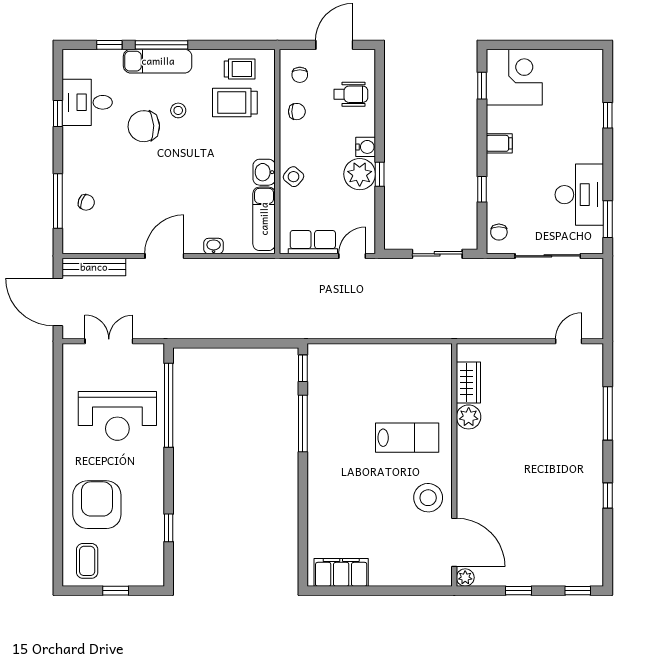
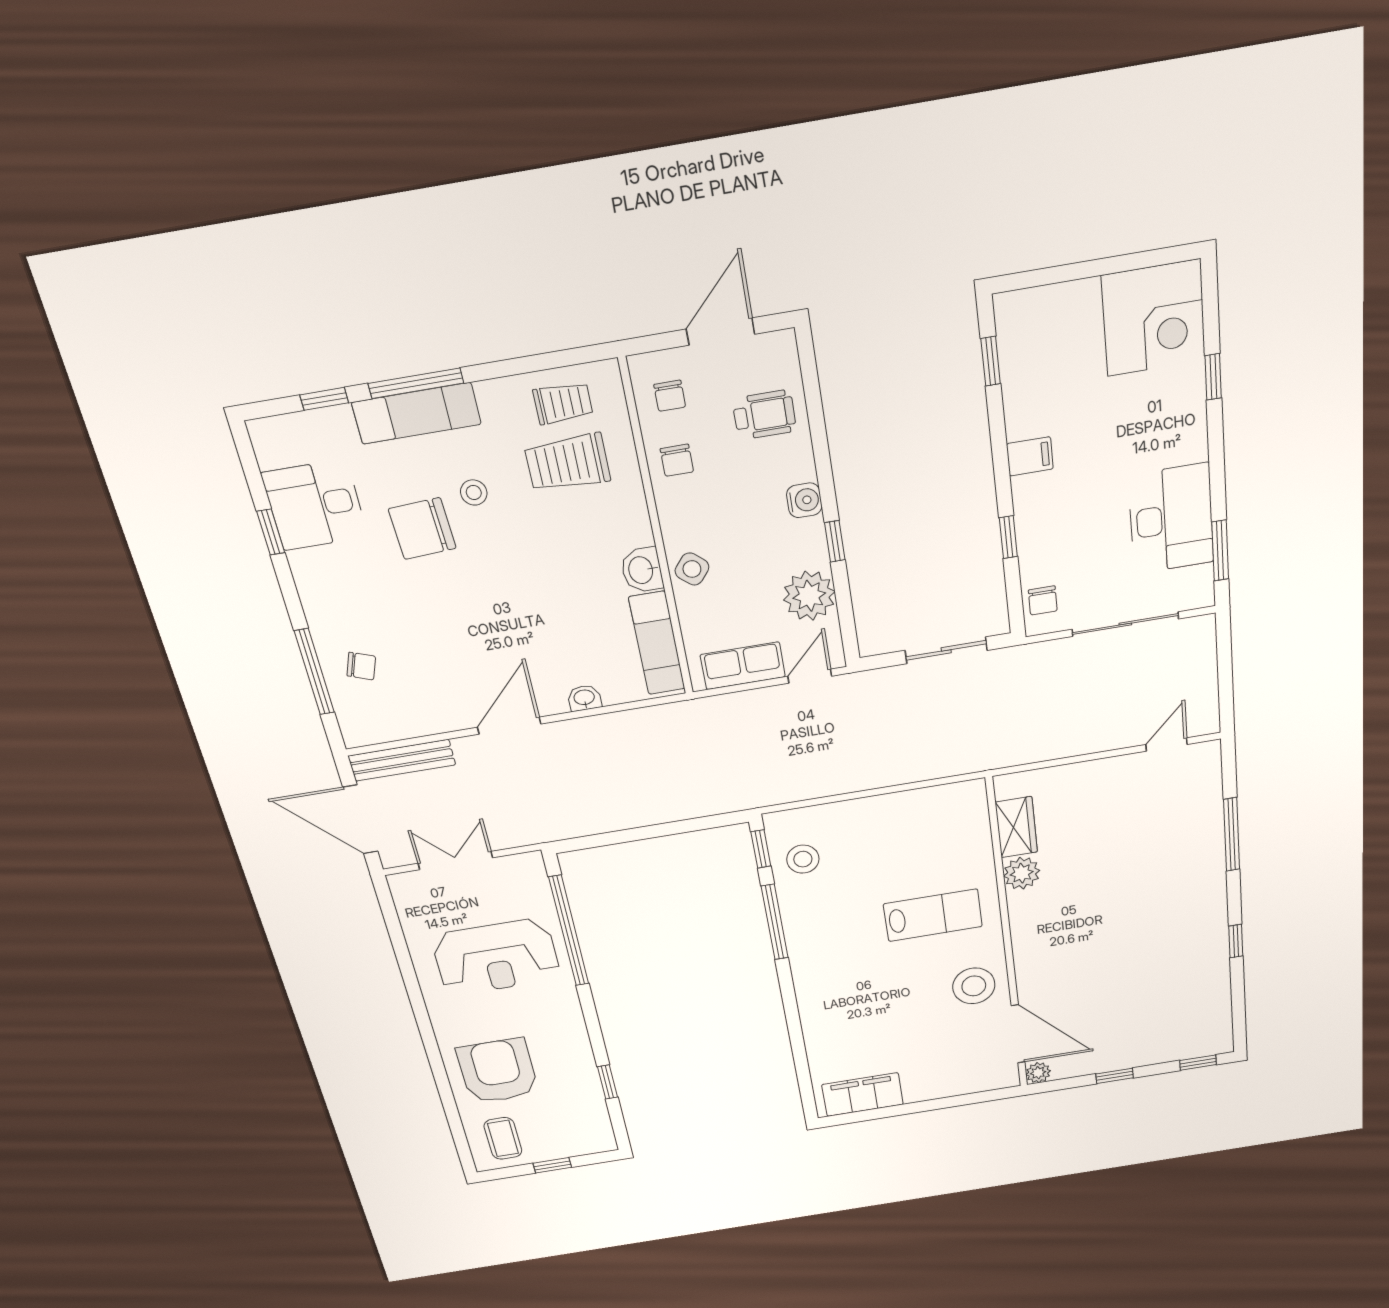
corner desk: (514, 77) -> (1154, 318), moved, turned 90
chair: (297, 112) -> (677, 460), turned 90
plant: (360, 174) -> (809, 596), moved
stool: (329, 381) -> (803, 859), added

